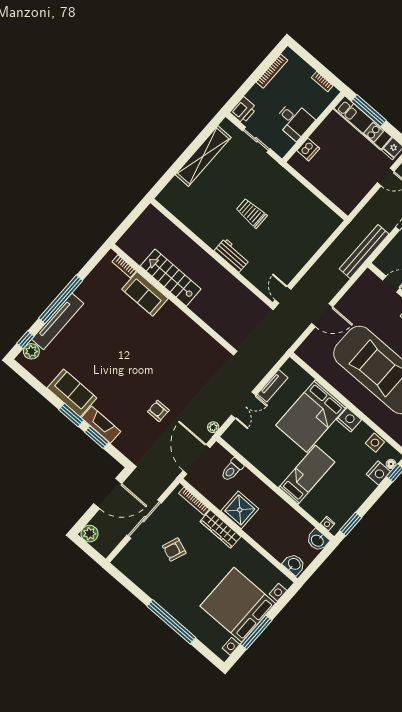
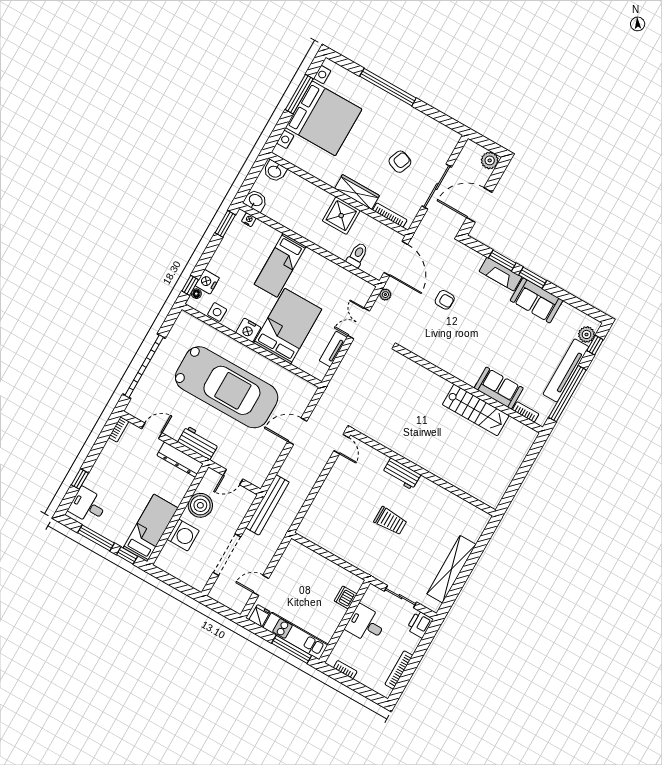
bookcase: (124, 266) -> (526, 412), moved
stairs: (171, 278) -> (476, 410), moved
sofa: (145, 294) -> (499, 388), moved
wall: (172, 298) -> (470, 390), moved

